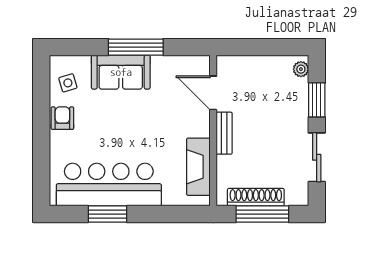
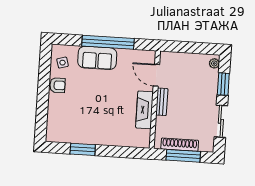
window: (136, 47) -> (108, 42), width x1.46
armchair: (62, 118) -> (57, 85), turned 90
fireplace: (198, 167) -> (144, 110), moved
bar counter: (109, 185) -> (85, 130), removed

